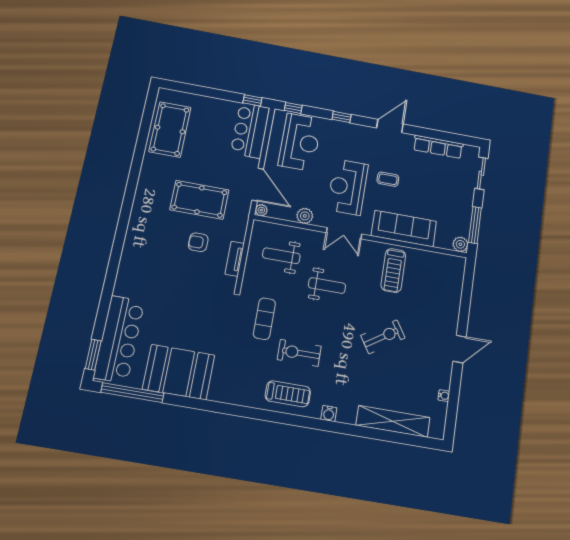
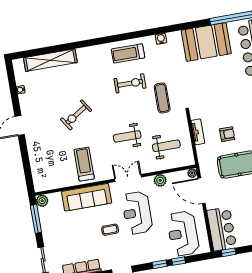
window: (293, 108) -> (179, 261), moved
reception desk: (348, 187) -> (137, 213), turned 180
water cooler: (329, 414) -> (161, 39), moved

